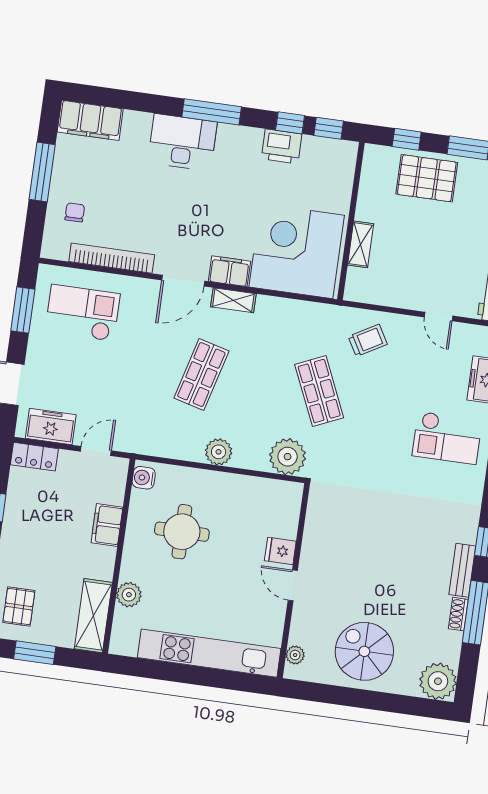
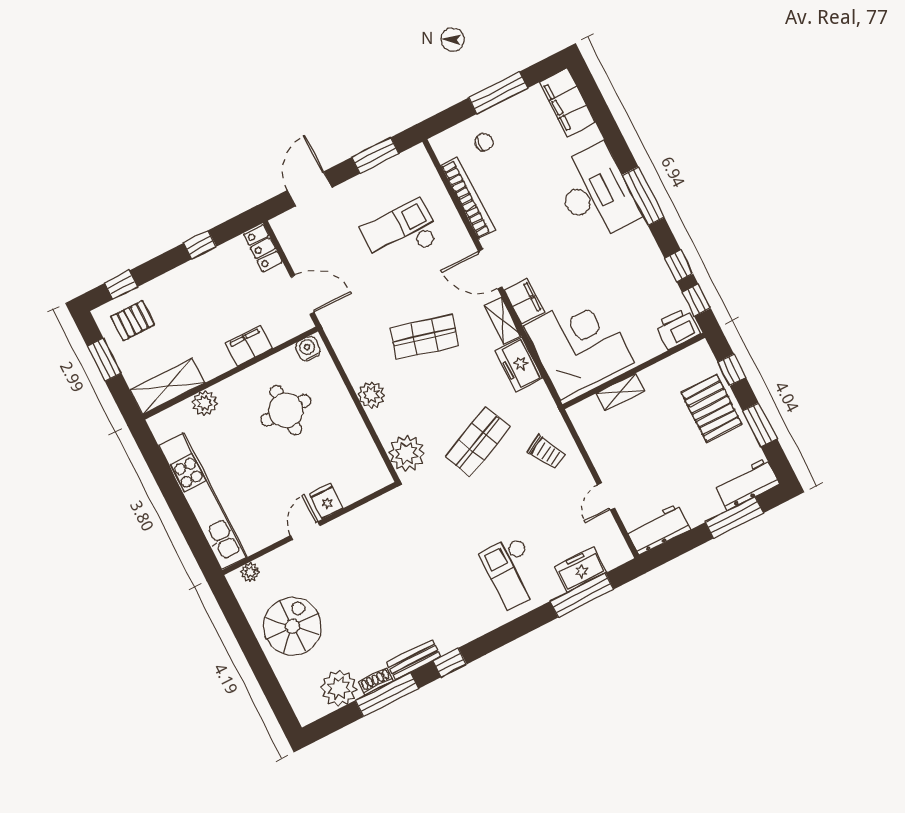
desk: (182, 142) -> (595, 193), width x1.36, depth x1.30
printer: (282, 146) -> (678, 329), moved, turned 90
checkout: (83, 313) -> (400, 234), moved, turned -90
freezer: (51, 426) -> (519, 365), moved, turned 180
door: (96, 451) -> (302, 295), width x1.38
plant: (438, 681) -> (339, 688), moved

